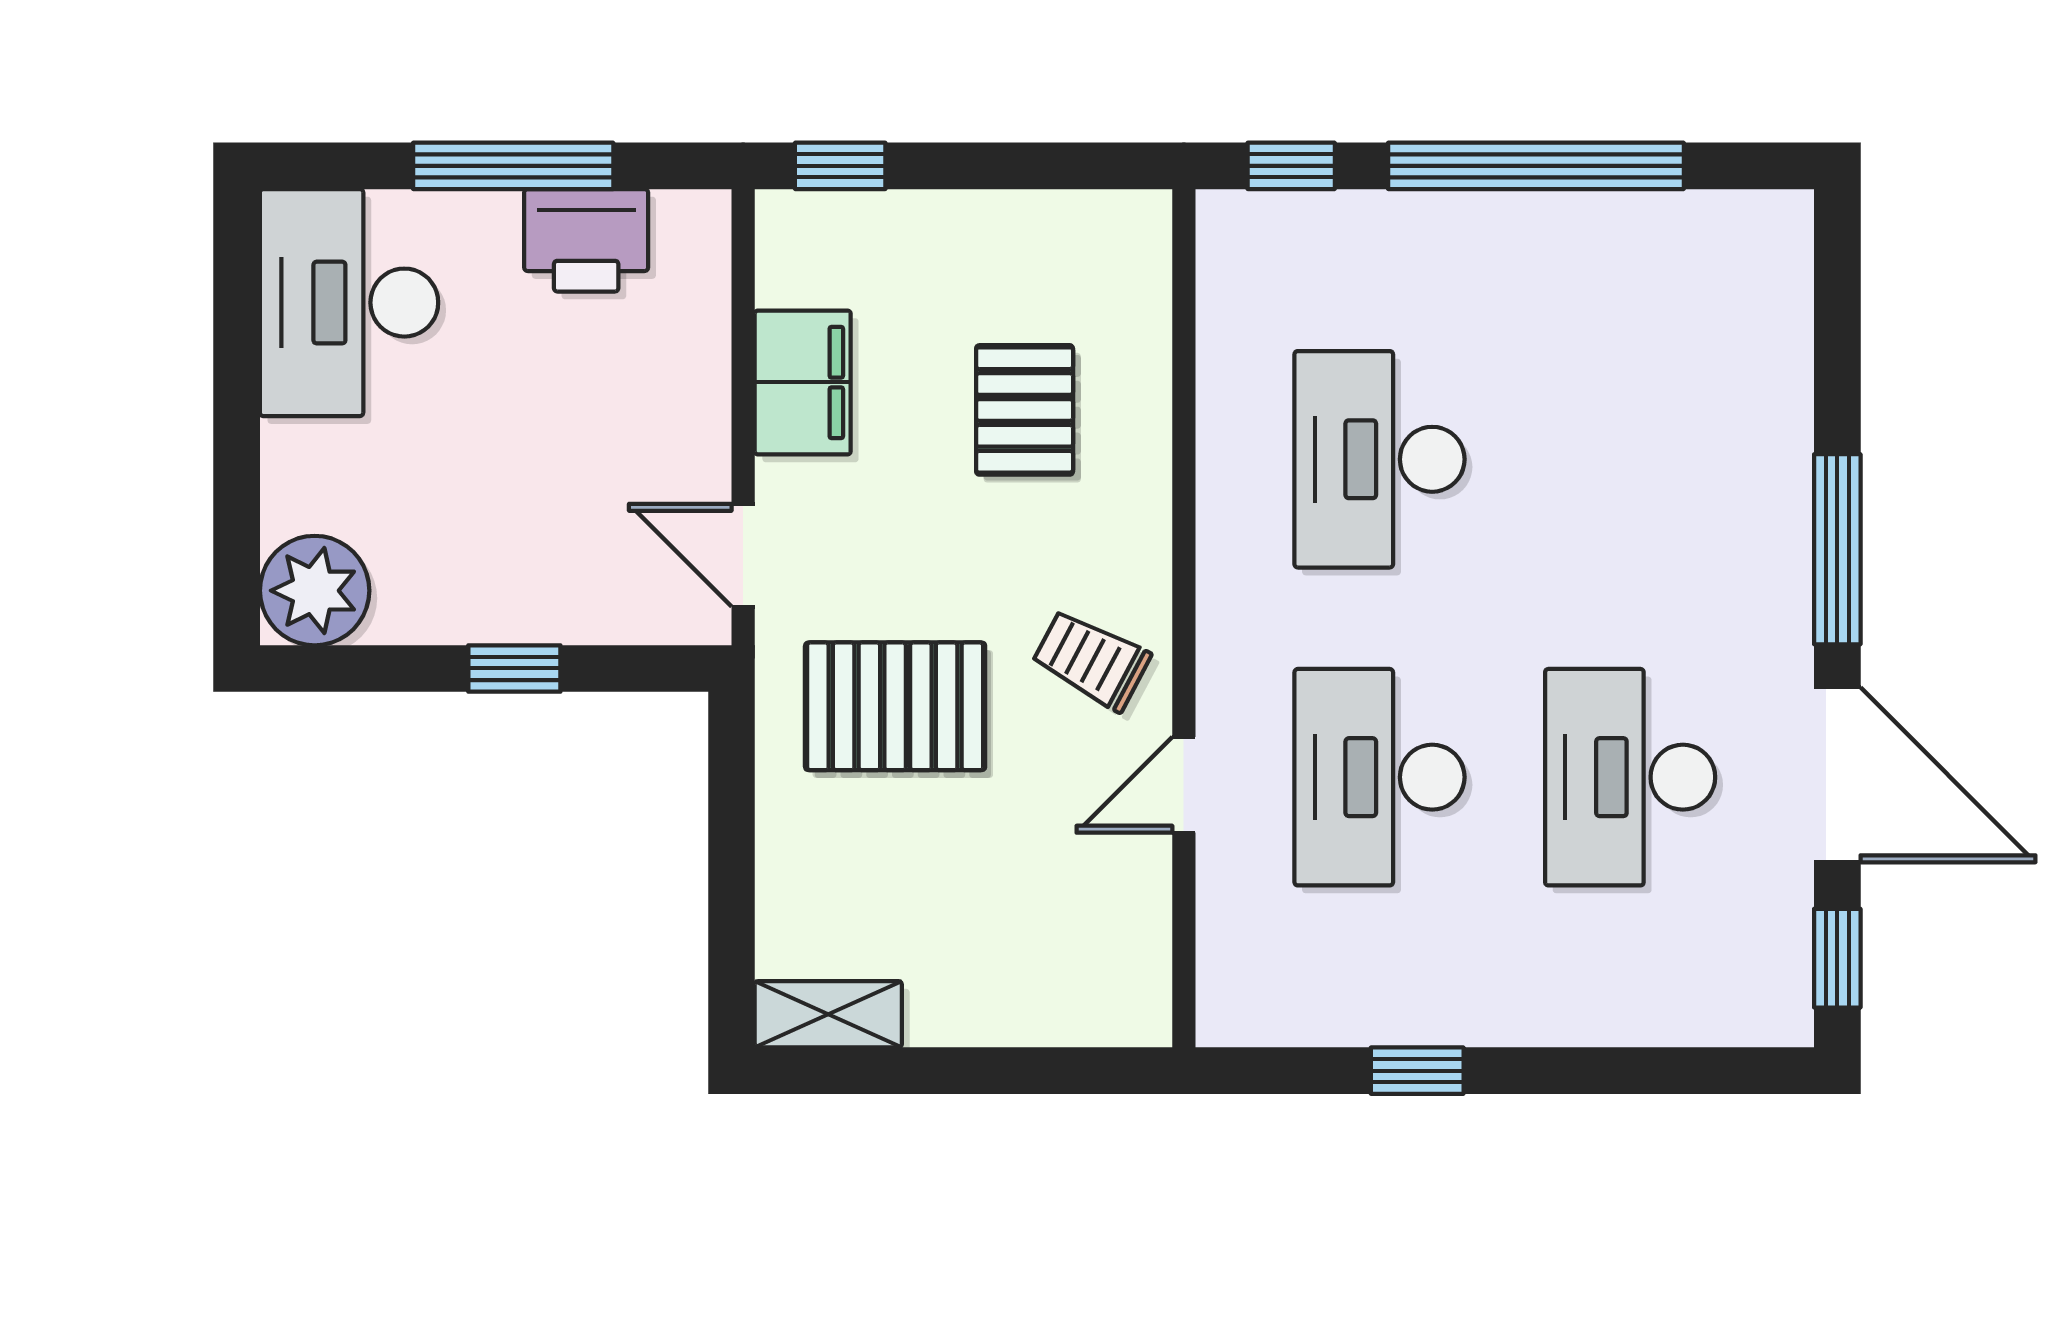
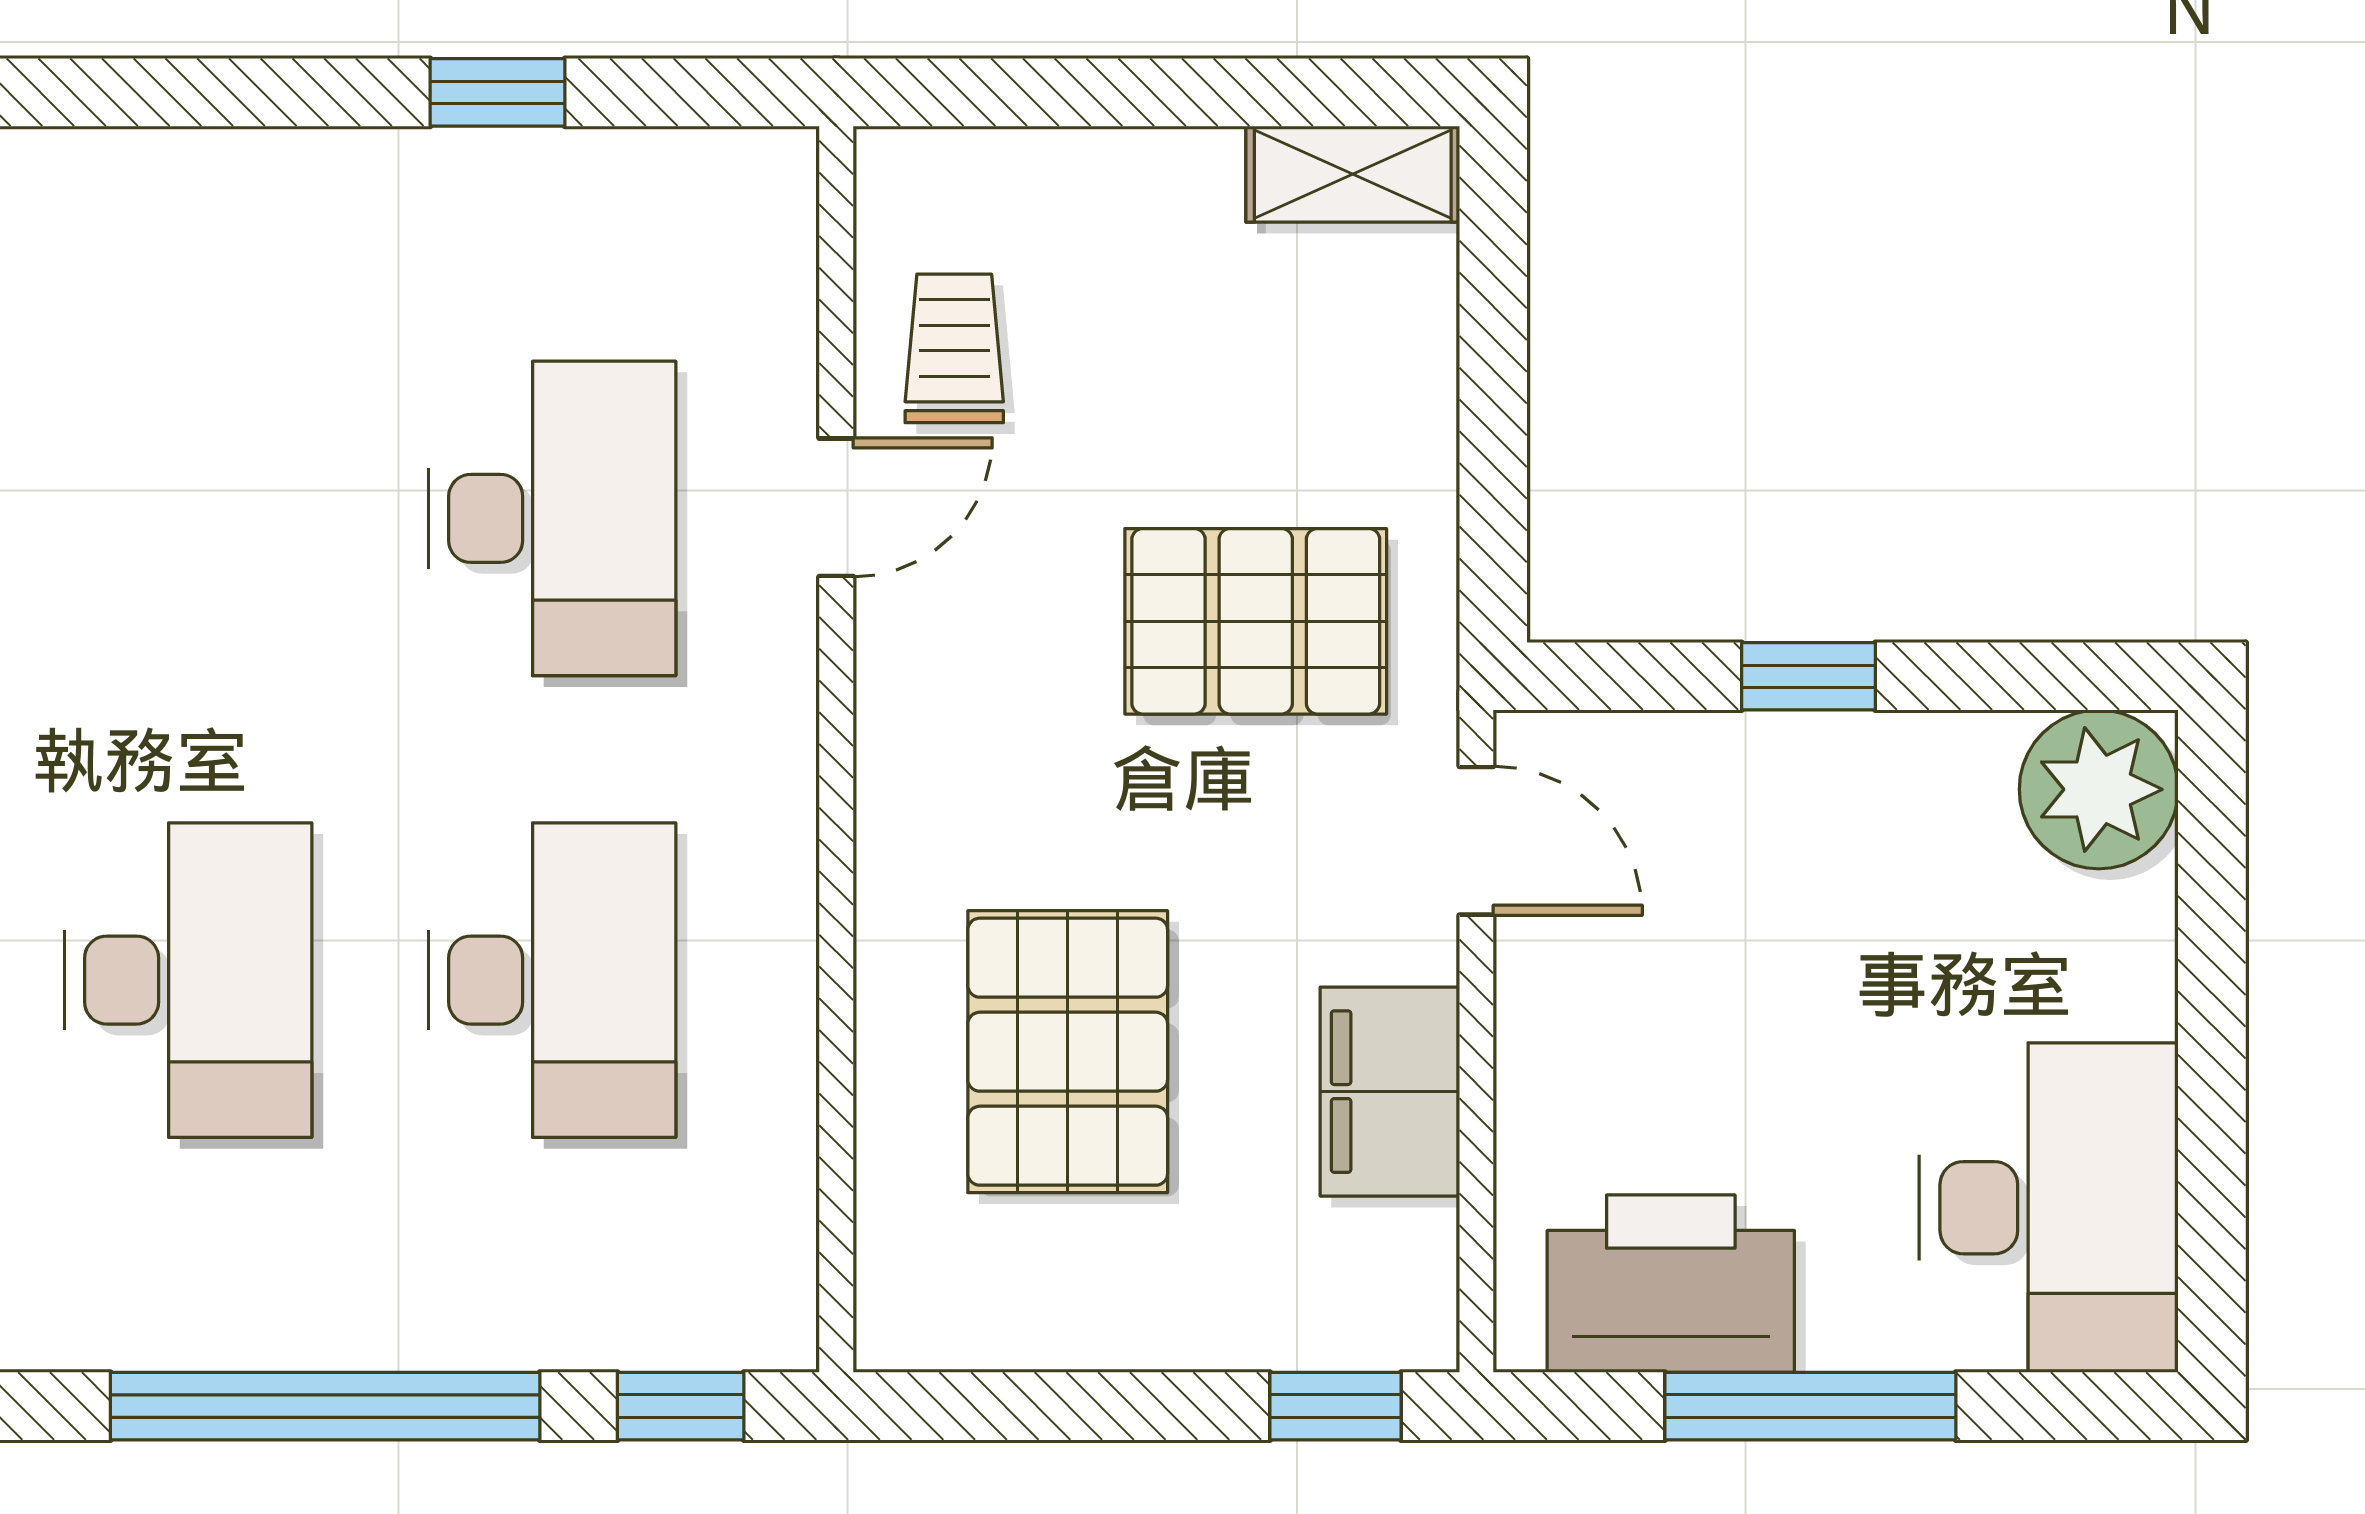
printer: (586, 240) -> (1671, 1284), width x1.37, depth x1.19
pallet: (1025, 410) -> (1068, 1052), width x1.50, depth x1.42
trolley: (1091, 660) -> (954, 348), moved, turned -118
desk: (1630, 777) -> (188, 980), moved

